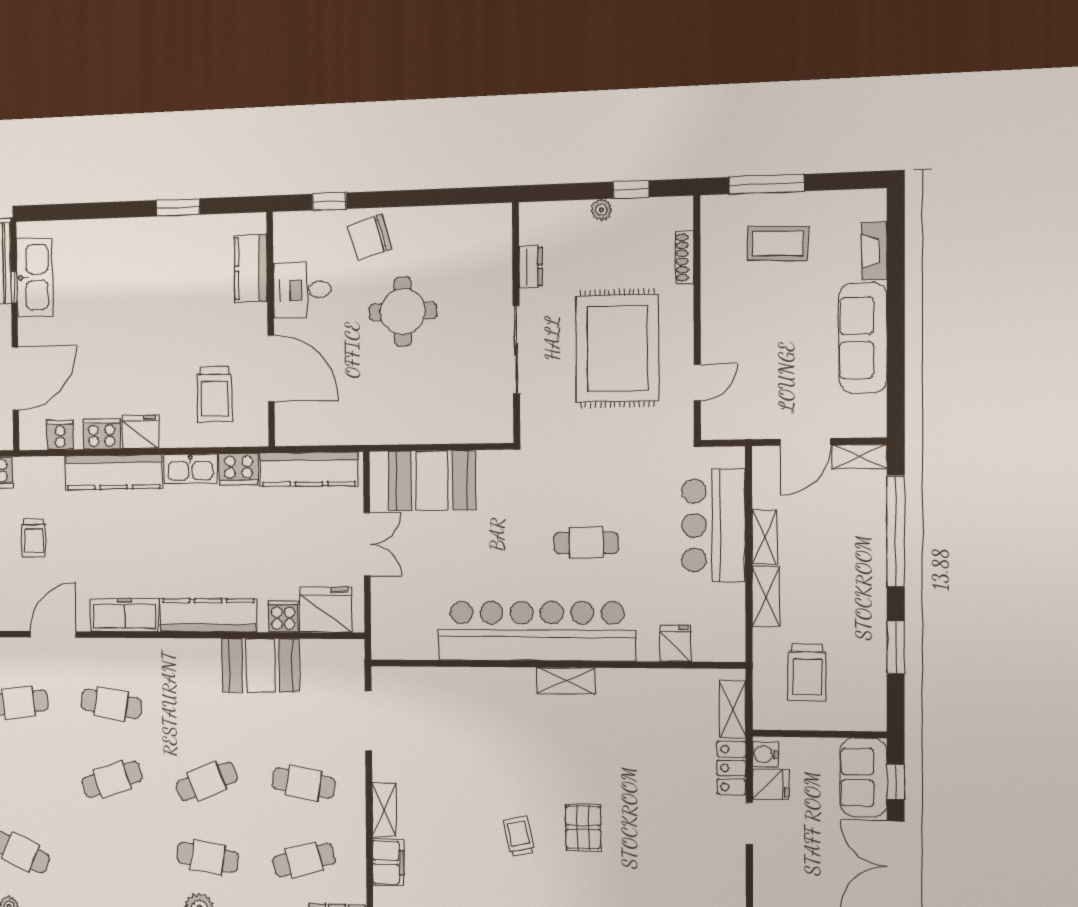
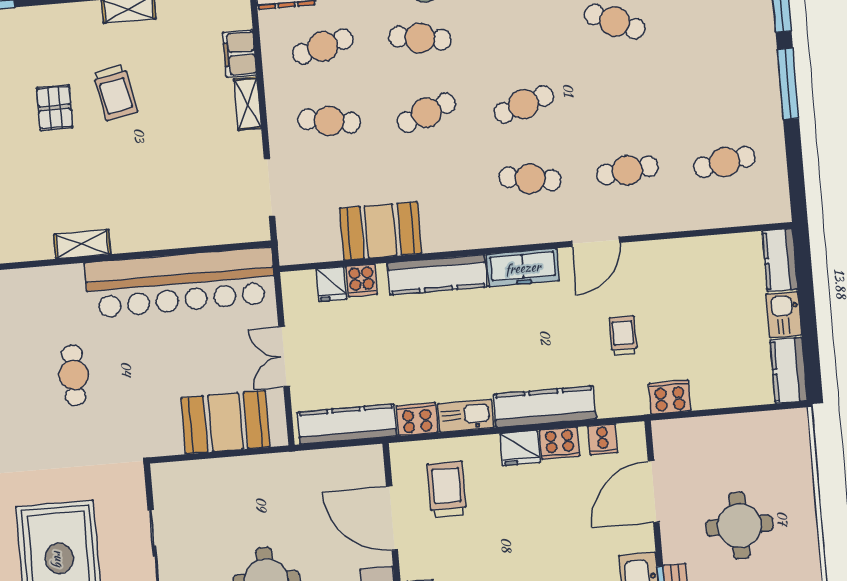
cafe table: (586, 543) -> (74, 375), turned 90
fridge: (326, 610) -> (331, 284), width x0.53, depth x0.75
bar counter: (537, 631) -> (180, 283), moved
trolley: (519, 836) -> (115, 93), width x1.36, depth x1.39

